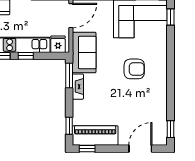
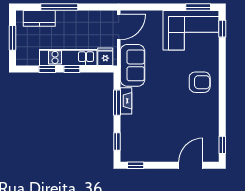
armchair: (134, 69) -> (200, 82), moved
window: (69, 75) -> (117, 103), moved
piano: (95, 136) -> (144, 152), removed

